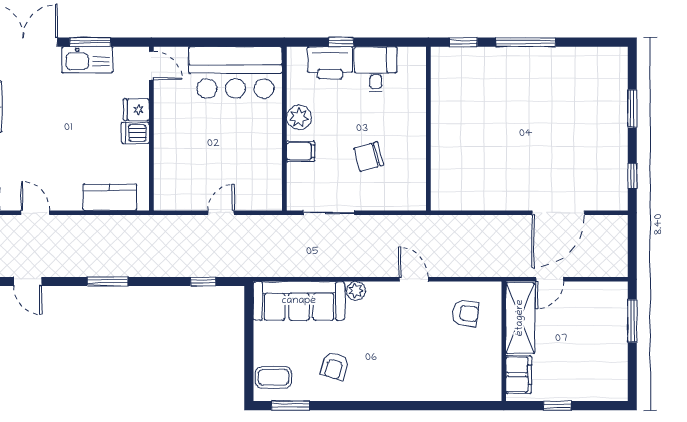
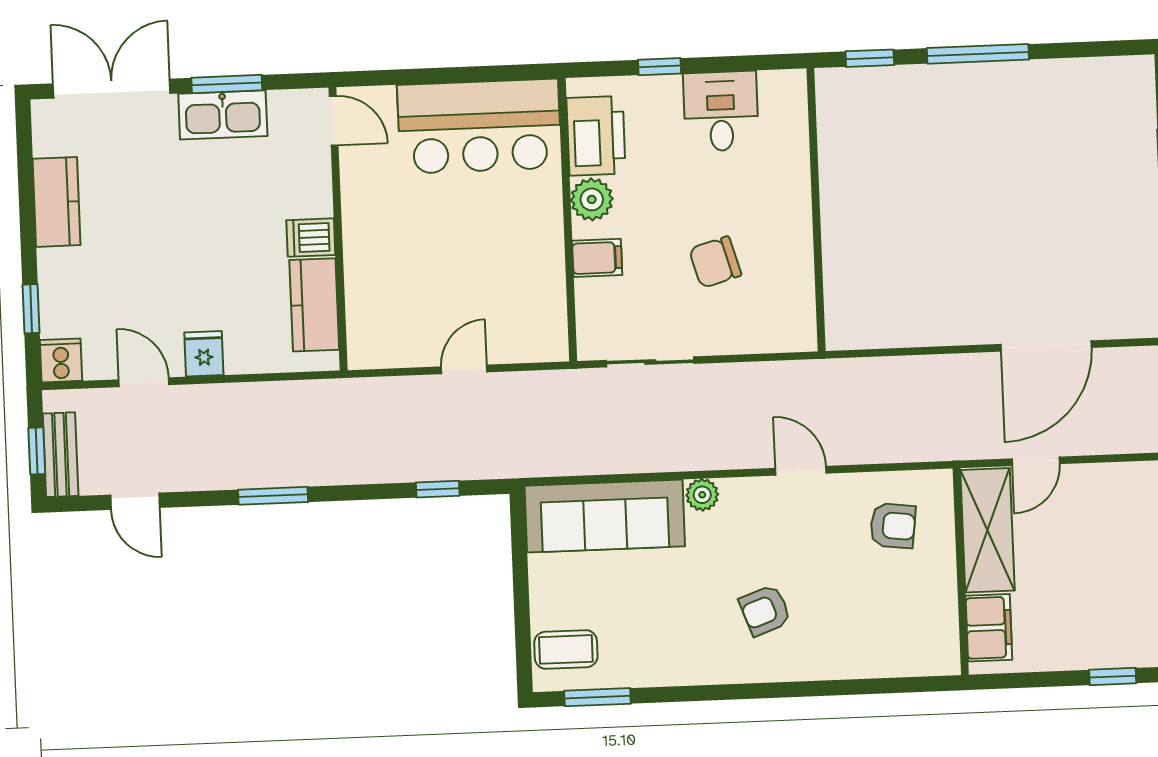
printer: (330, 63) -> (596, 136), moved, turned -90
fridge: (136, 110) -> (204, 354), moved, turned 90
kitchen counter: (110, 197) -> (314, 305), moved, turned -90
armchair: (335, 366) -> (765, 610), moved, turned 54
window: (557, 406) -> (1113, 677), moved

